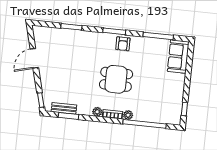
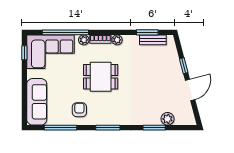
plant: (58, 34) -> (168, 119), added
armchair: (123, 44) -> (79, 110), moved
sofa: (178, 57) -> (37, 102), width x1.36
window: (41, 100) -> (184, 66), moved
corner sofa: (160, 107) -> (50, 52), added

